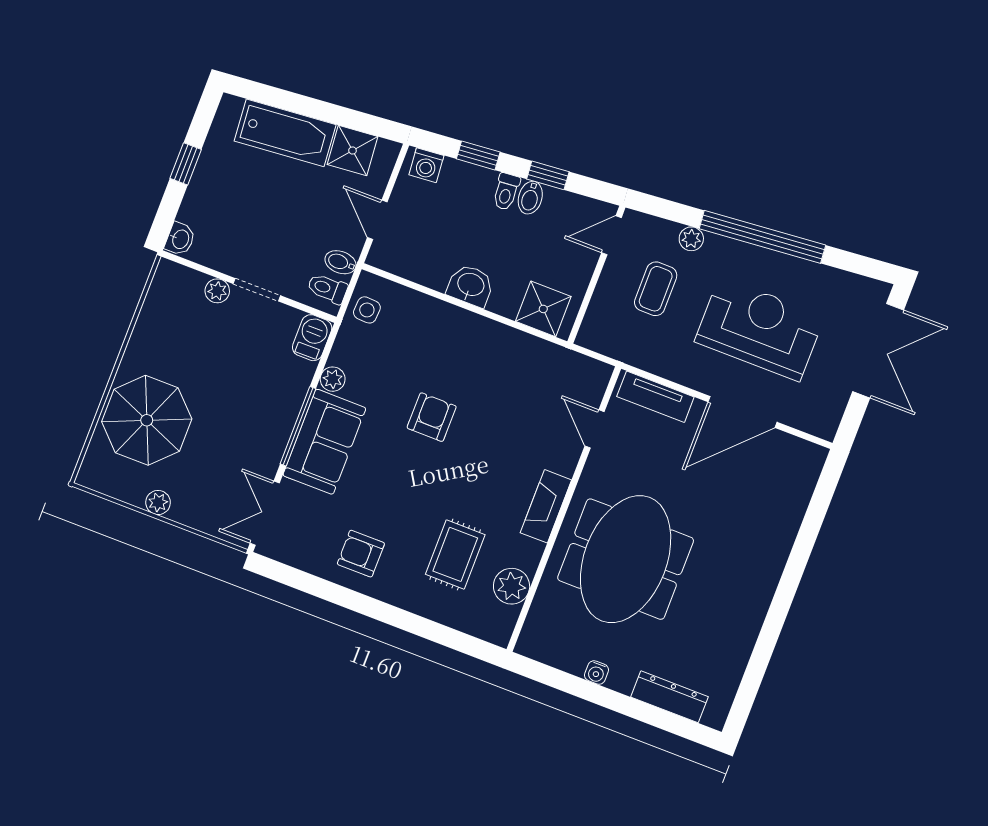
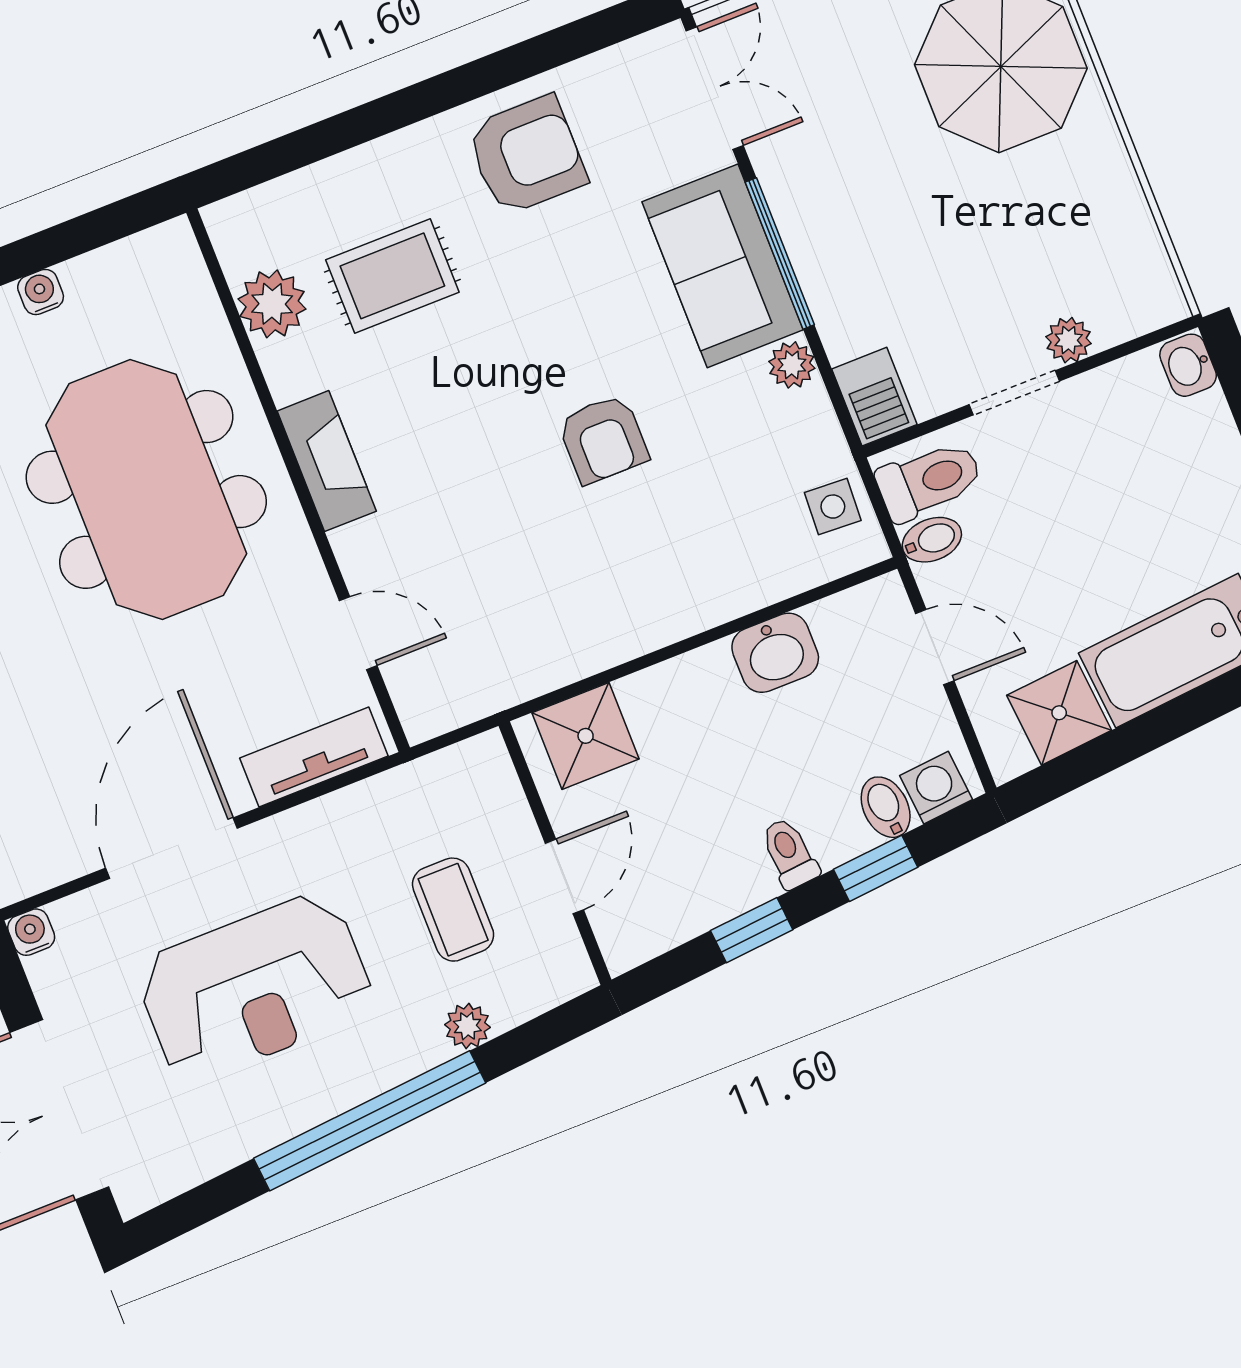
bidet: (530, 198) -> (886, 807), moved
door: (611, 235) -> (564, 876), moved
washbasin: (470, 285) -> (775, 653), moved
toilet: (327, 289) -> (929, 481), width x1.37, depth x1.39
water cooler: (826, 429) -> (31, 932), added
armchair: (361, 554) -> (527, 155), width x1.38, depth x1.38
rug: (455, 554) -> (392, 276), turned 90

